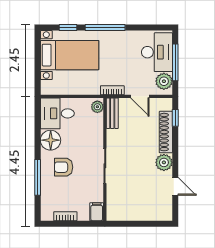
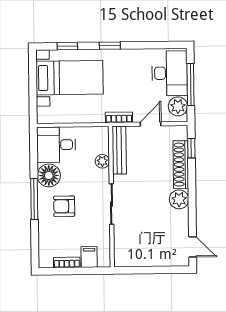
window: (105, 28) -> (110, 46), width x0.46
door: (140, 96) -> (151, 124), swing flipped
plant: (97, 107) -> (102, 161), moved
bench: (112, 113) -> (119, 150), width x1.36
window: (38, 177) -> (34, 199), moved
door: (175, 186) -> (193, 247), moved
filing cabinet: (97, 212) -> (89, 257), moved

